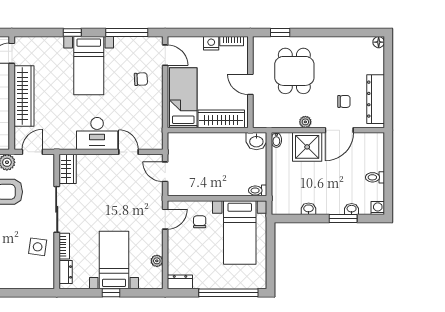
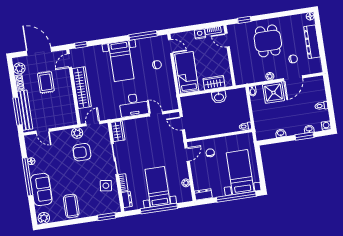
window: (72, 33) -> (81, 45), moved
dining table: (294, 71) -> (268, 41), moved
door: (250, 84) -> (227, 40), moved
dresser: (376, 99) -> (312, 42), moved
wardrobe: (221, 119) -> (214, 83), width x0.67
washbasin: (256, 141) -> (219, 97), moved
bed with nightstands: (240, 233) -> (240, 172), moved, turned 180
window: (32, 293) -> (107, 217), added
window: (111, 293) -> (159, 209), width x3.17

